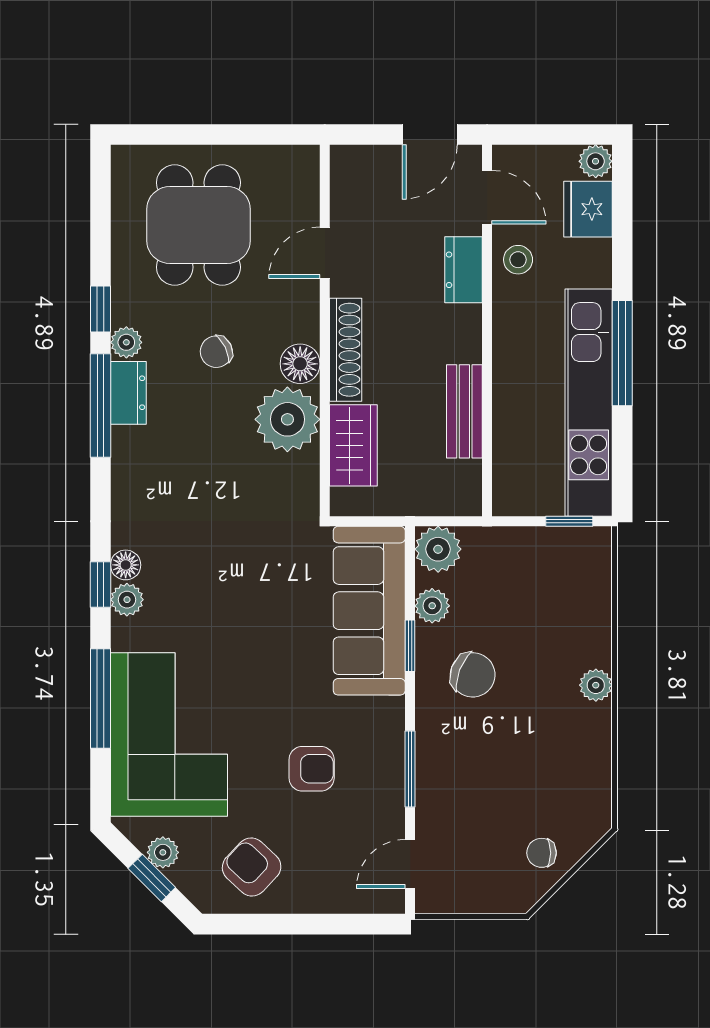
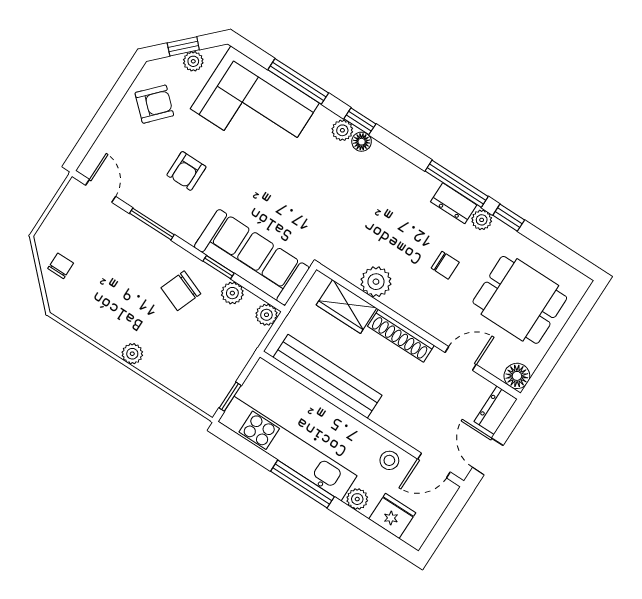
plant: (596, 161) -> (357, 499), moved
door: (325, 253) -> (461, 358), hinge flipped
dresser: (464, 270) -> (496, 410), moved, turned -90
chair: (216, 352) -> (445, 265), turned 116
floor lamp: (300, 364) -> (517, 376), moved
bench: (464, 411) -> (328, 376), width x1.86, depth x1.21
plant: (287, 419) -> (376, 282), width x0.73, depth x0.73
plant: (438, 549) -> (266, 315), width x0.73, depth x0.73

